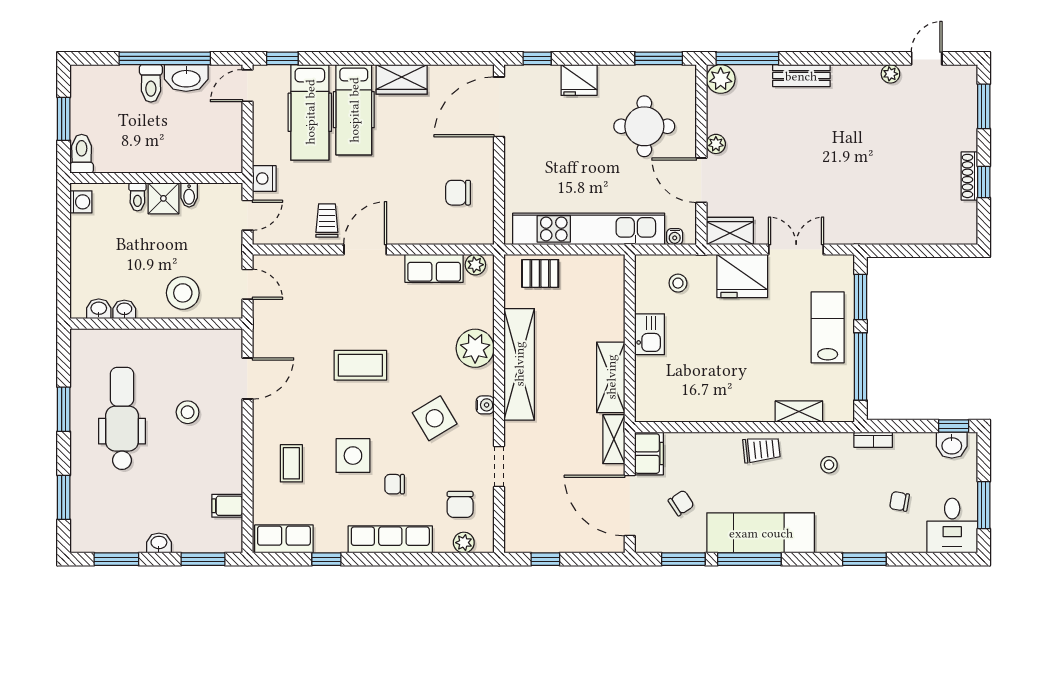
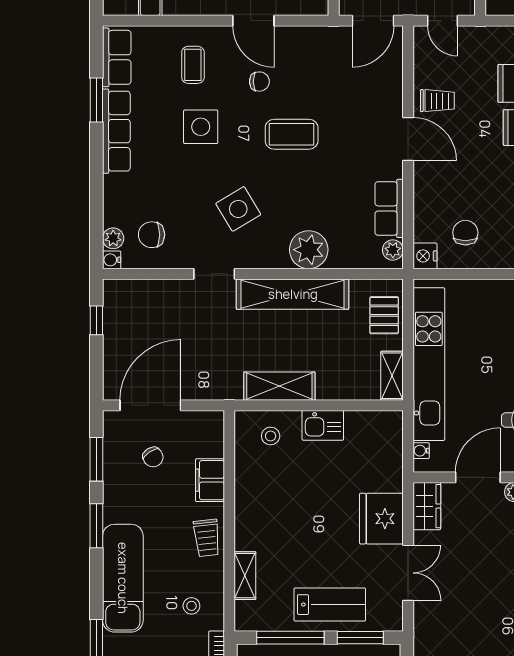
nightstand: (264, 179) -> (425, 256), moved, turned -90
stool: (678, 283) -> (271, 436), moved
door: (247, 284) -> (373, 21), width x1.38
coffee table: (360, 365) -> (292, 134), turned 90
door: (247, 378) -> (253, 21), moved
water cooler: (485, 405) -> (112, 260), moved, turned 90
shelving: (614, 439) -> (392, 376), moved, turned 90
filing cabinet: (649, 454) -> (210, 480), moved, turned 90
coffee table: (291, 463) -> (193, 65), turned 90
doorway: (499, 467) -> (214, 274), moved
chair: (395, 484) -> (259, 82), moved, turned 90
exam couch: (761, 533) -> (123, 578), moved
row of seats: (390, 539) -> (116, 131), moved
window: (326, 559) -> (96, 100), width x1.50
window: (749, 559) -> (96, 526), width x0.69

